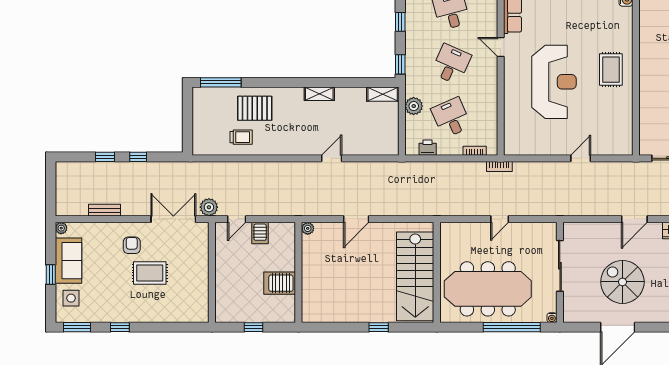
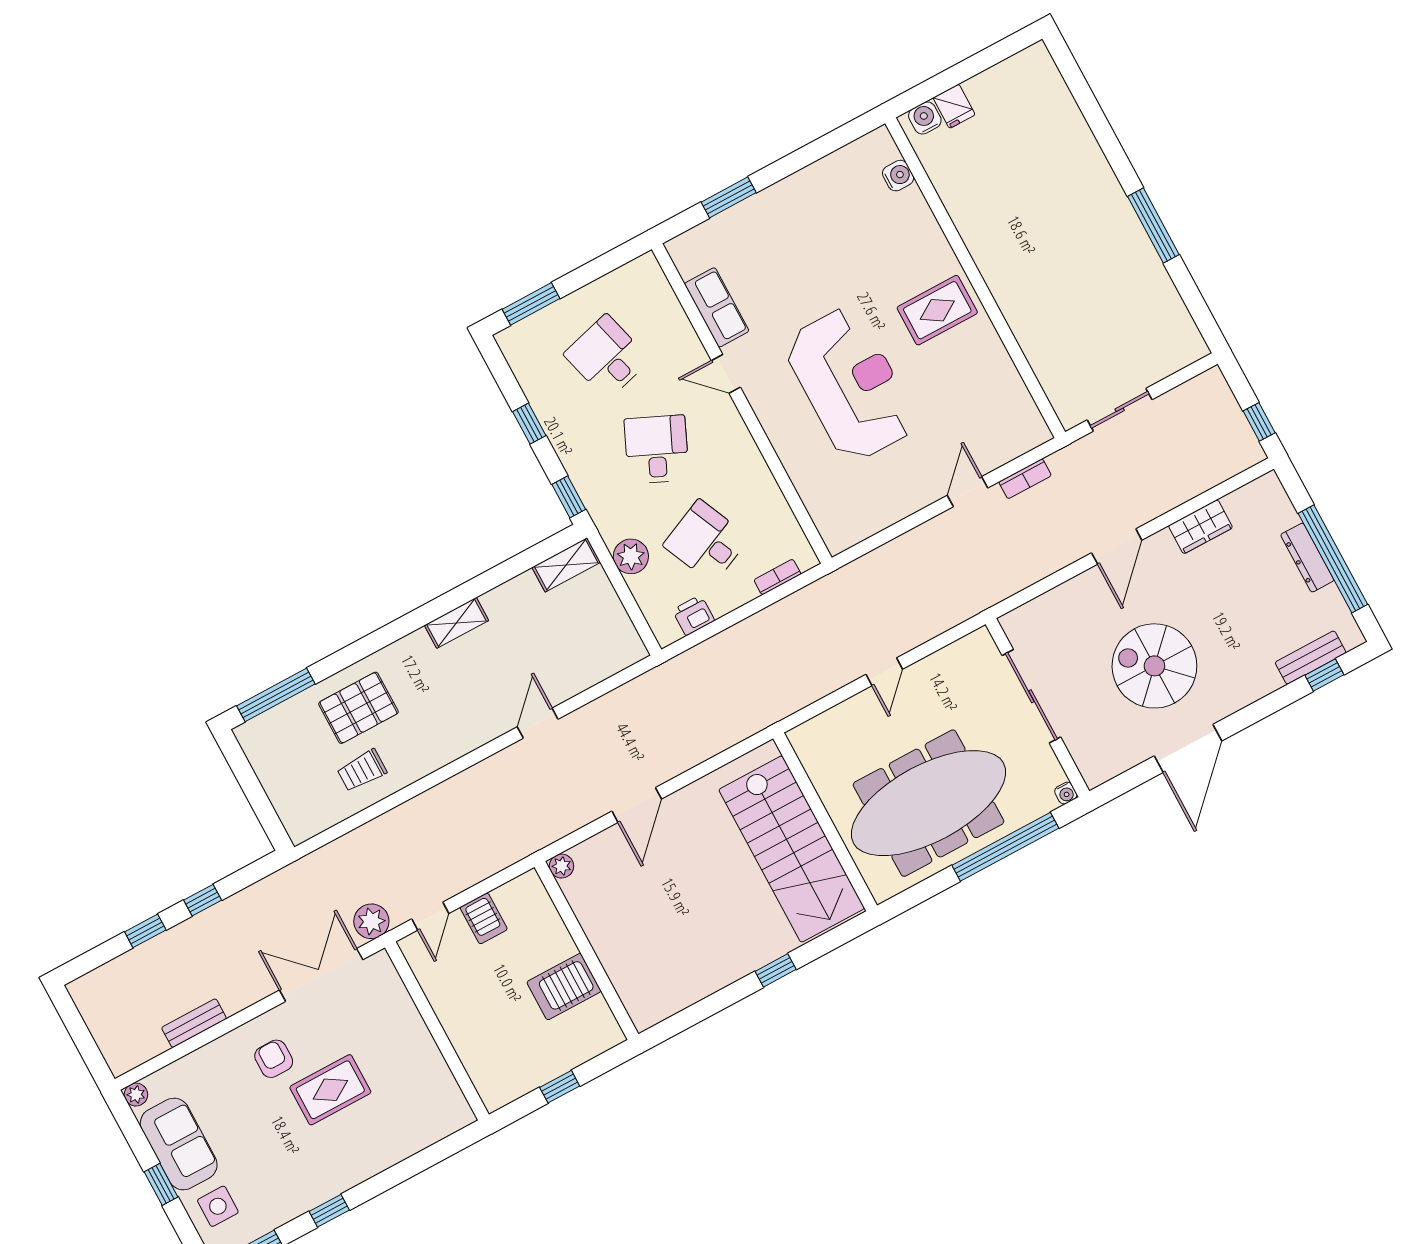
rug: (611, 70) -> (937, 310), turned 90
trolley: (241, 137) -> (362, 770), turned 180
bookcase: (499, 167) -> (1025, 479), moved

